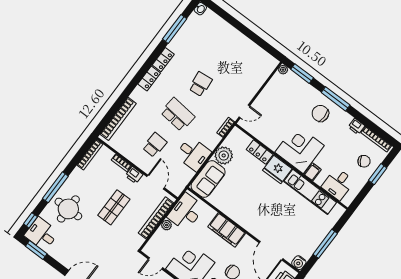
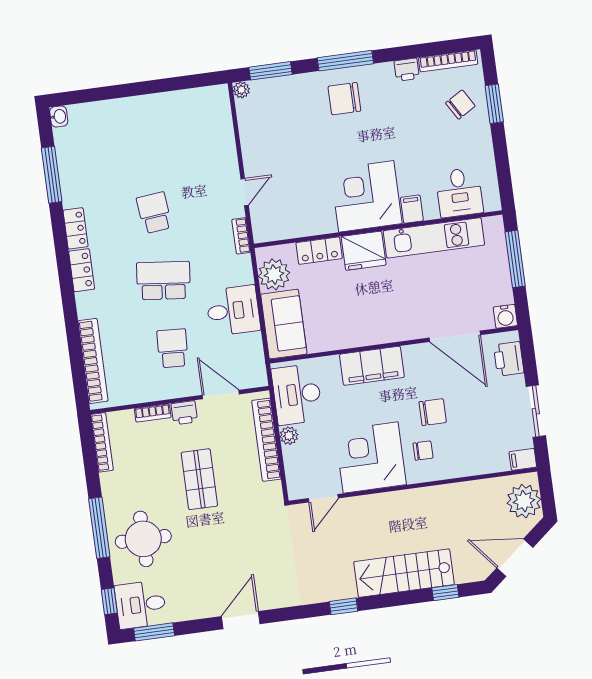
corner desk: (300, 149) -> (366, 196), moved
locker: (260, 152) -> (319, 251), moved
wall: (291, 167) -> (378, 229), moved
fridge: (277, 169) -> (364, 251), moved
filing cabinet: (313, 172) -> (412, 209), moved
desk: (338, 184) -> (459, 193), moved
kitchen unit: (310, 192) -> (434, 238), moved

